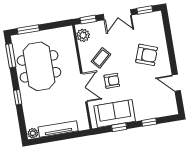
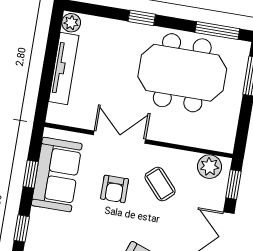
double door: (84, 87) -> (120, 137), swing flipped

